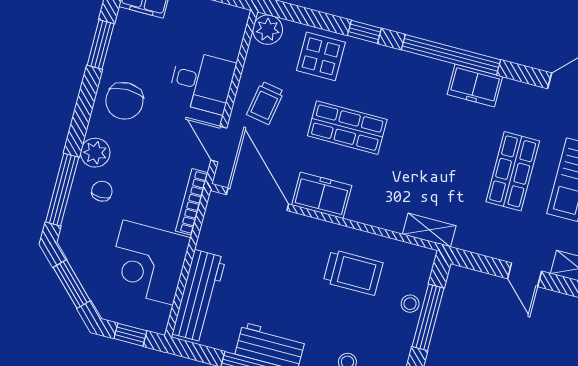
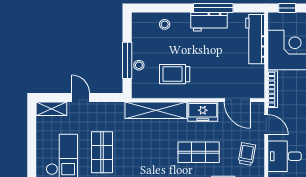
door: (257, 199) -> (237, 100), width x0.73
shelving: (429, 230) -> (156, 110), width x2.20, depth x1.33

